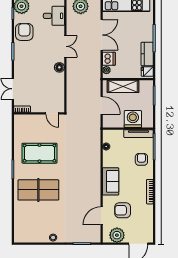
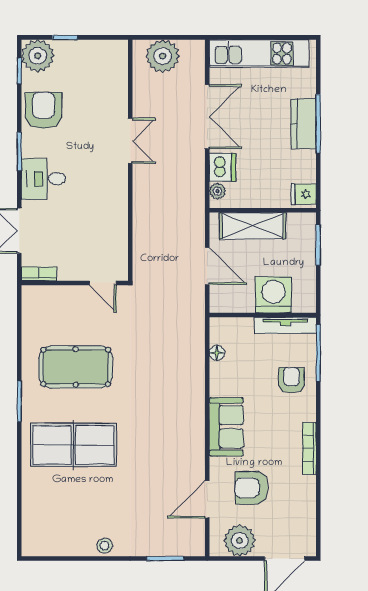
desk: (54, 16) -> (43, 179), moved, turned 180
kitchen counter: (147, 54) -> (304, 124), moved
floor lamp: (59, 67) -> (118, 185), removed

